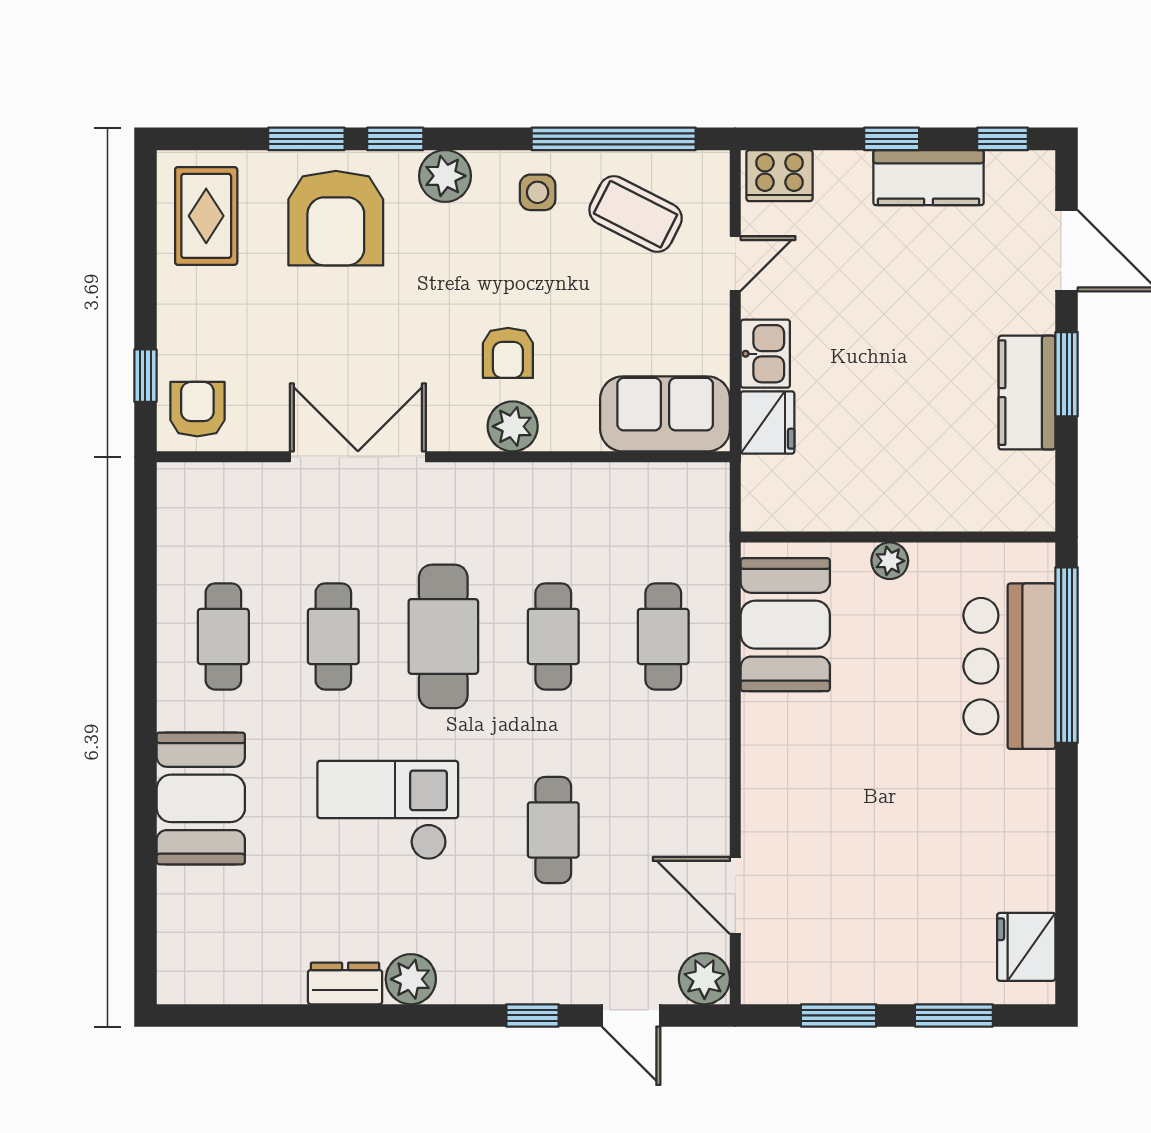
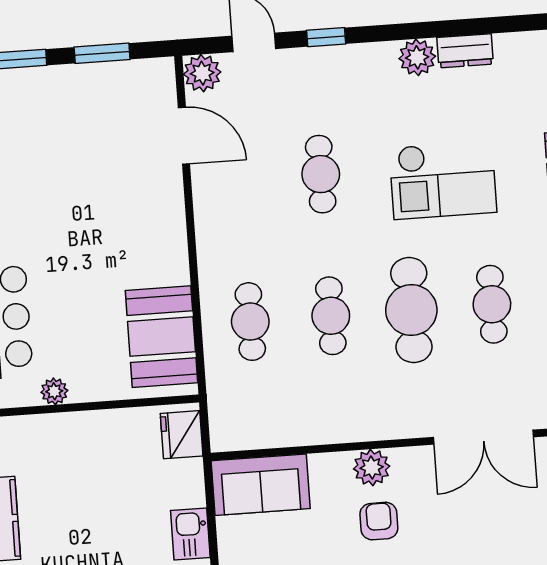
fridge: (768, 423) -> (182, 435), moved
plant: (890, 561) -> (54, 391), moved

